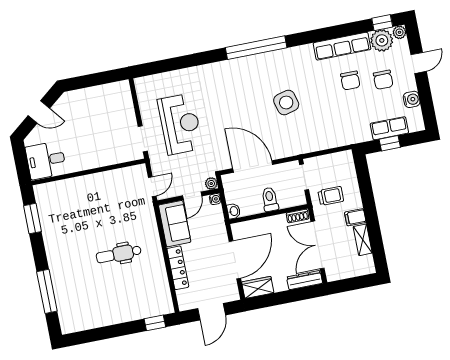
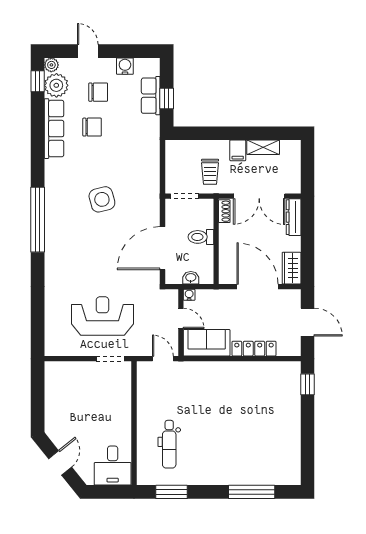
plant: (211, 184) -> (172, 296), removed
trolley: (331, 196) -> (210, 172), turned 180
washbasin: (234, 211) -> (191, 278), moved
dental chair: (119, 254) -> (169, 444), moved

